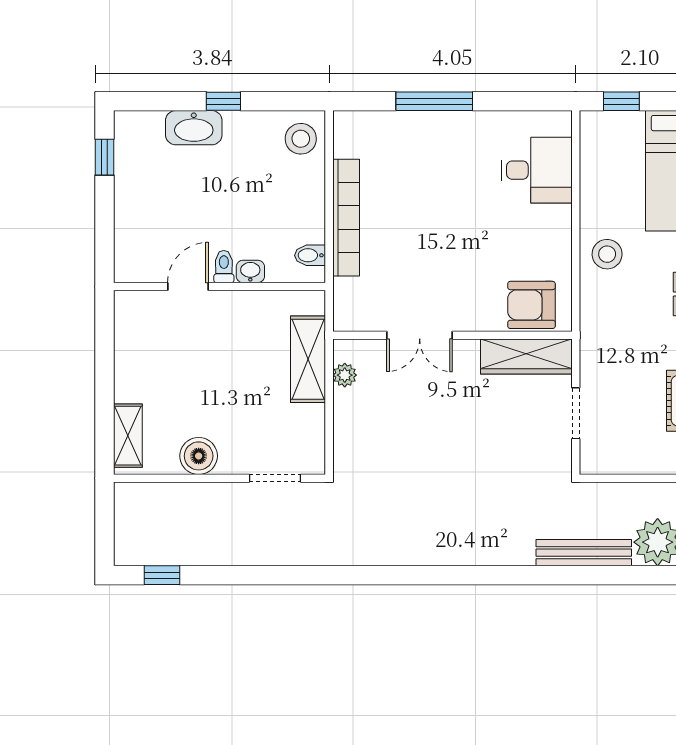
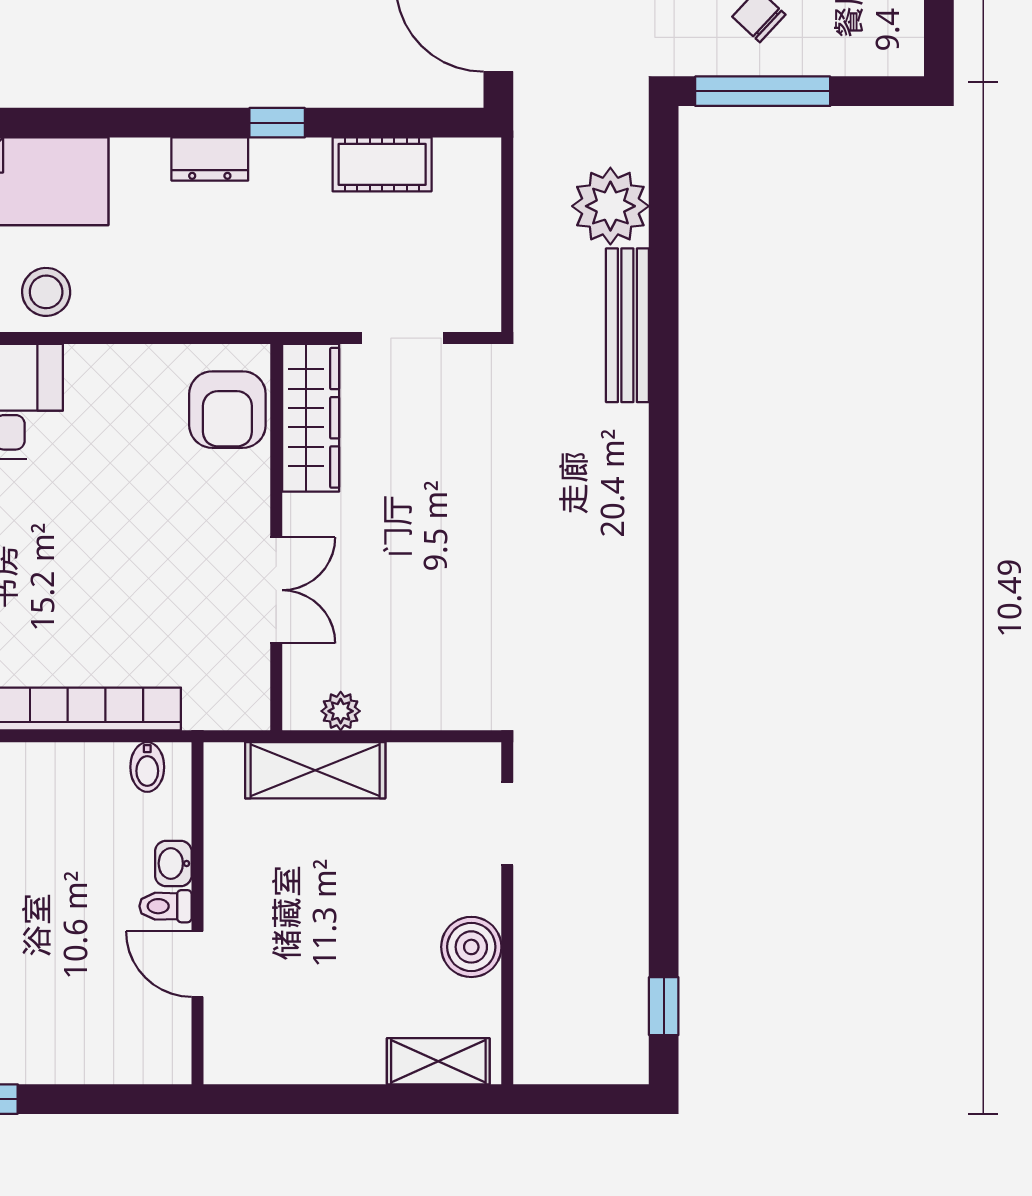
stool: (607, 254) -> (46, 292), moved

